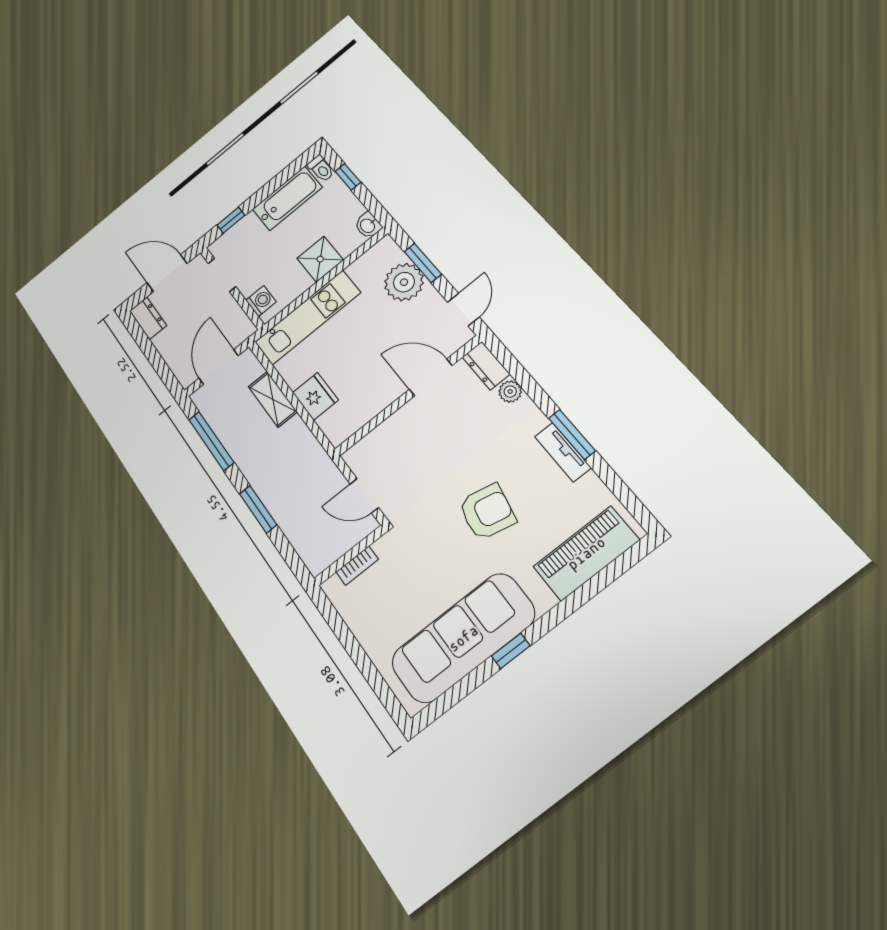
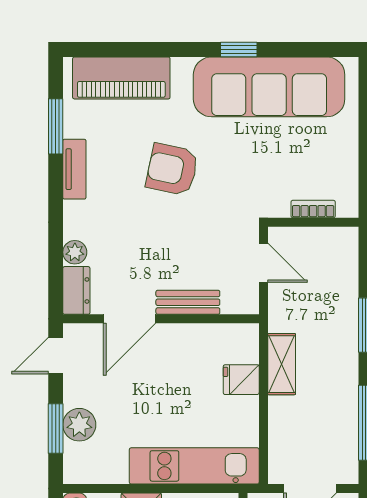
plant: (404, 282) -> (79, 425), width x0.73, depth x0.73
door: (431, 377) -> (129, 319), hinge flipped
fridge: (315, 396) -> (241, 380), width x0.72
shelving: (273, 399) -> (282, 364), moved
bench: (398, 423) -> (188, 302), added
window: (572, 434) -> (56, 126), moved

